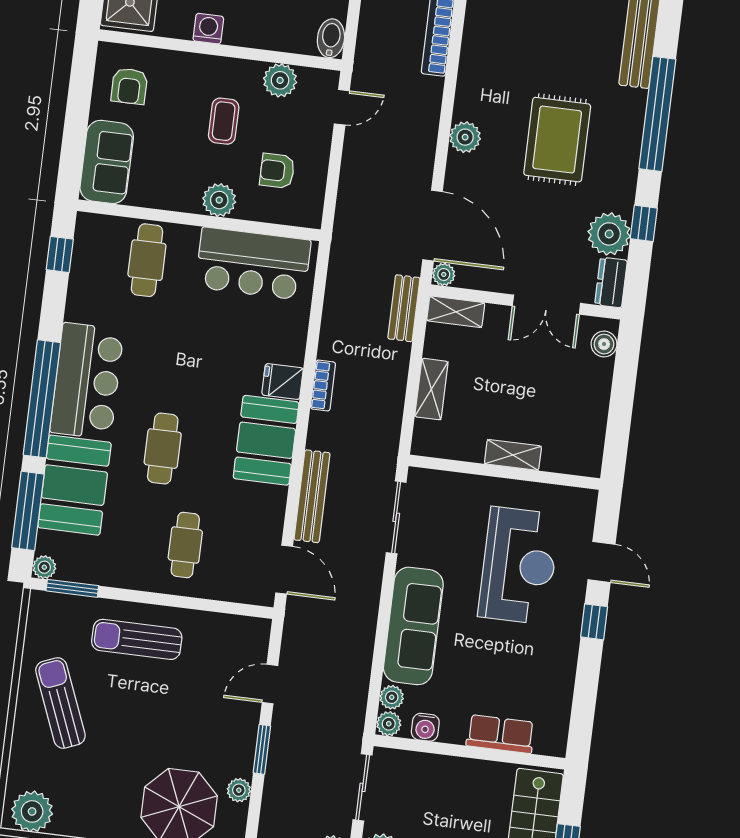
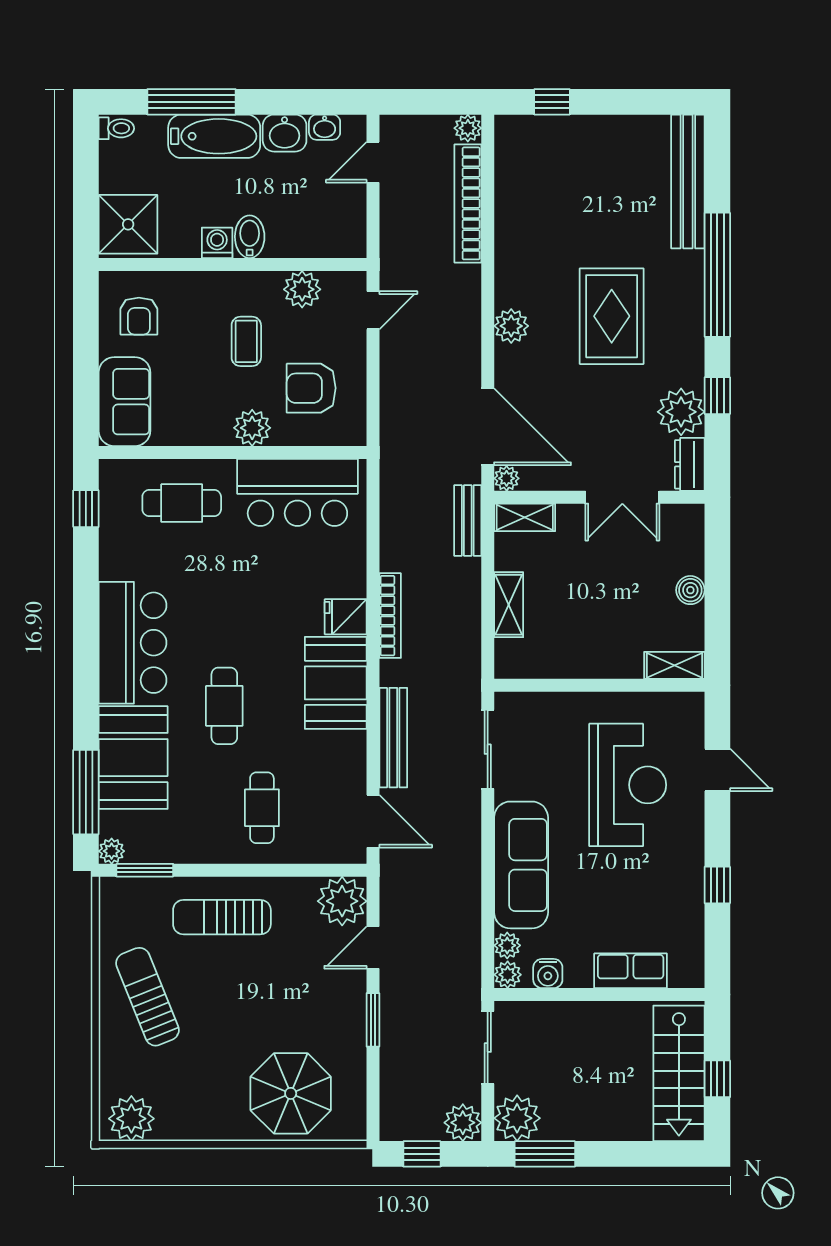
bidet: (331, 38) -> (250, 237), moved
armchair: (277, 171) -> (311, 388), width x1.38, depth x1.38
cafe table: (147, 260) -> (182, 503), turned 90
boiler: (604, 344) -> (690, 590), moved
bookcase: (323, 386) -> (390, 616), width x1.56
window: (42, 399) -> (86, 668), removed
shelving: (513, 455) -> (674, 665), moved
window: (594, 622) -> (717, 885), moved
plant: (239, 790) -> (342, 901), moved, width x1.87, depth x1.87

